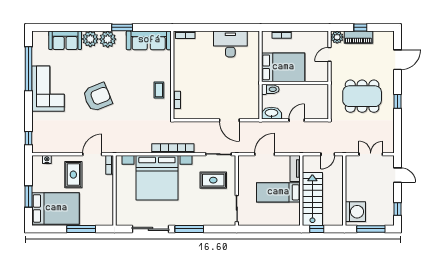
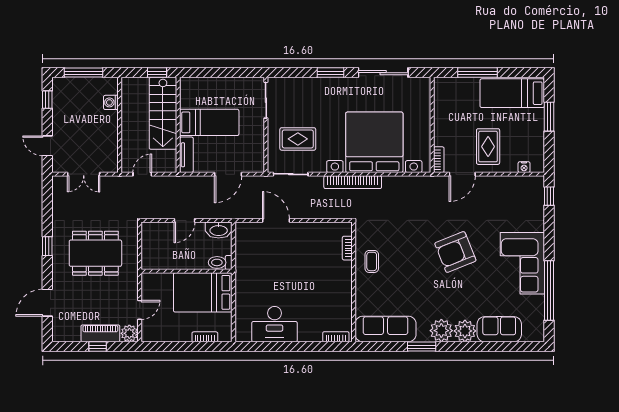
bed: (56, 208) -> (512, 93), width x0.67
washing machine: (355, 212) -> (111, 102), width x0.53, depth x0.53
window: (189, 229) -> (330, 73), width x0.69

